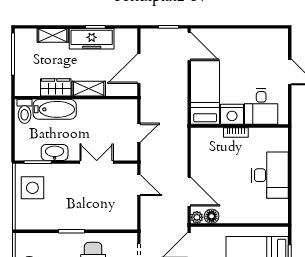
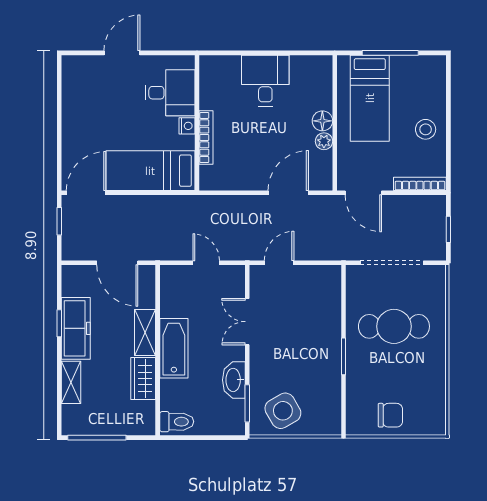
bathtub: (55, 109) -> (174, 348), moved
nightstand: (232, 114) -> (187, 126), width x0.53, depth x0.56
bookcase: (236, 132) -> (206, 137), width x1.56
desk: (270, 175) -> (265, 81), width x0.73
side table: (32, 188) -> (283, 411), turned -30
floor lamp: (212, 216) -> (322, 121), moved
plant: (197, 217) -> (324, 141), moved

